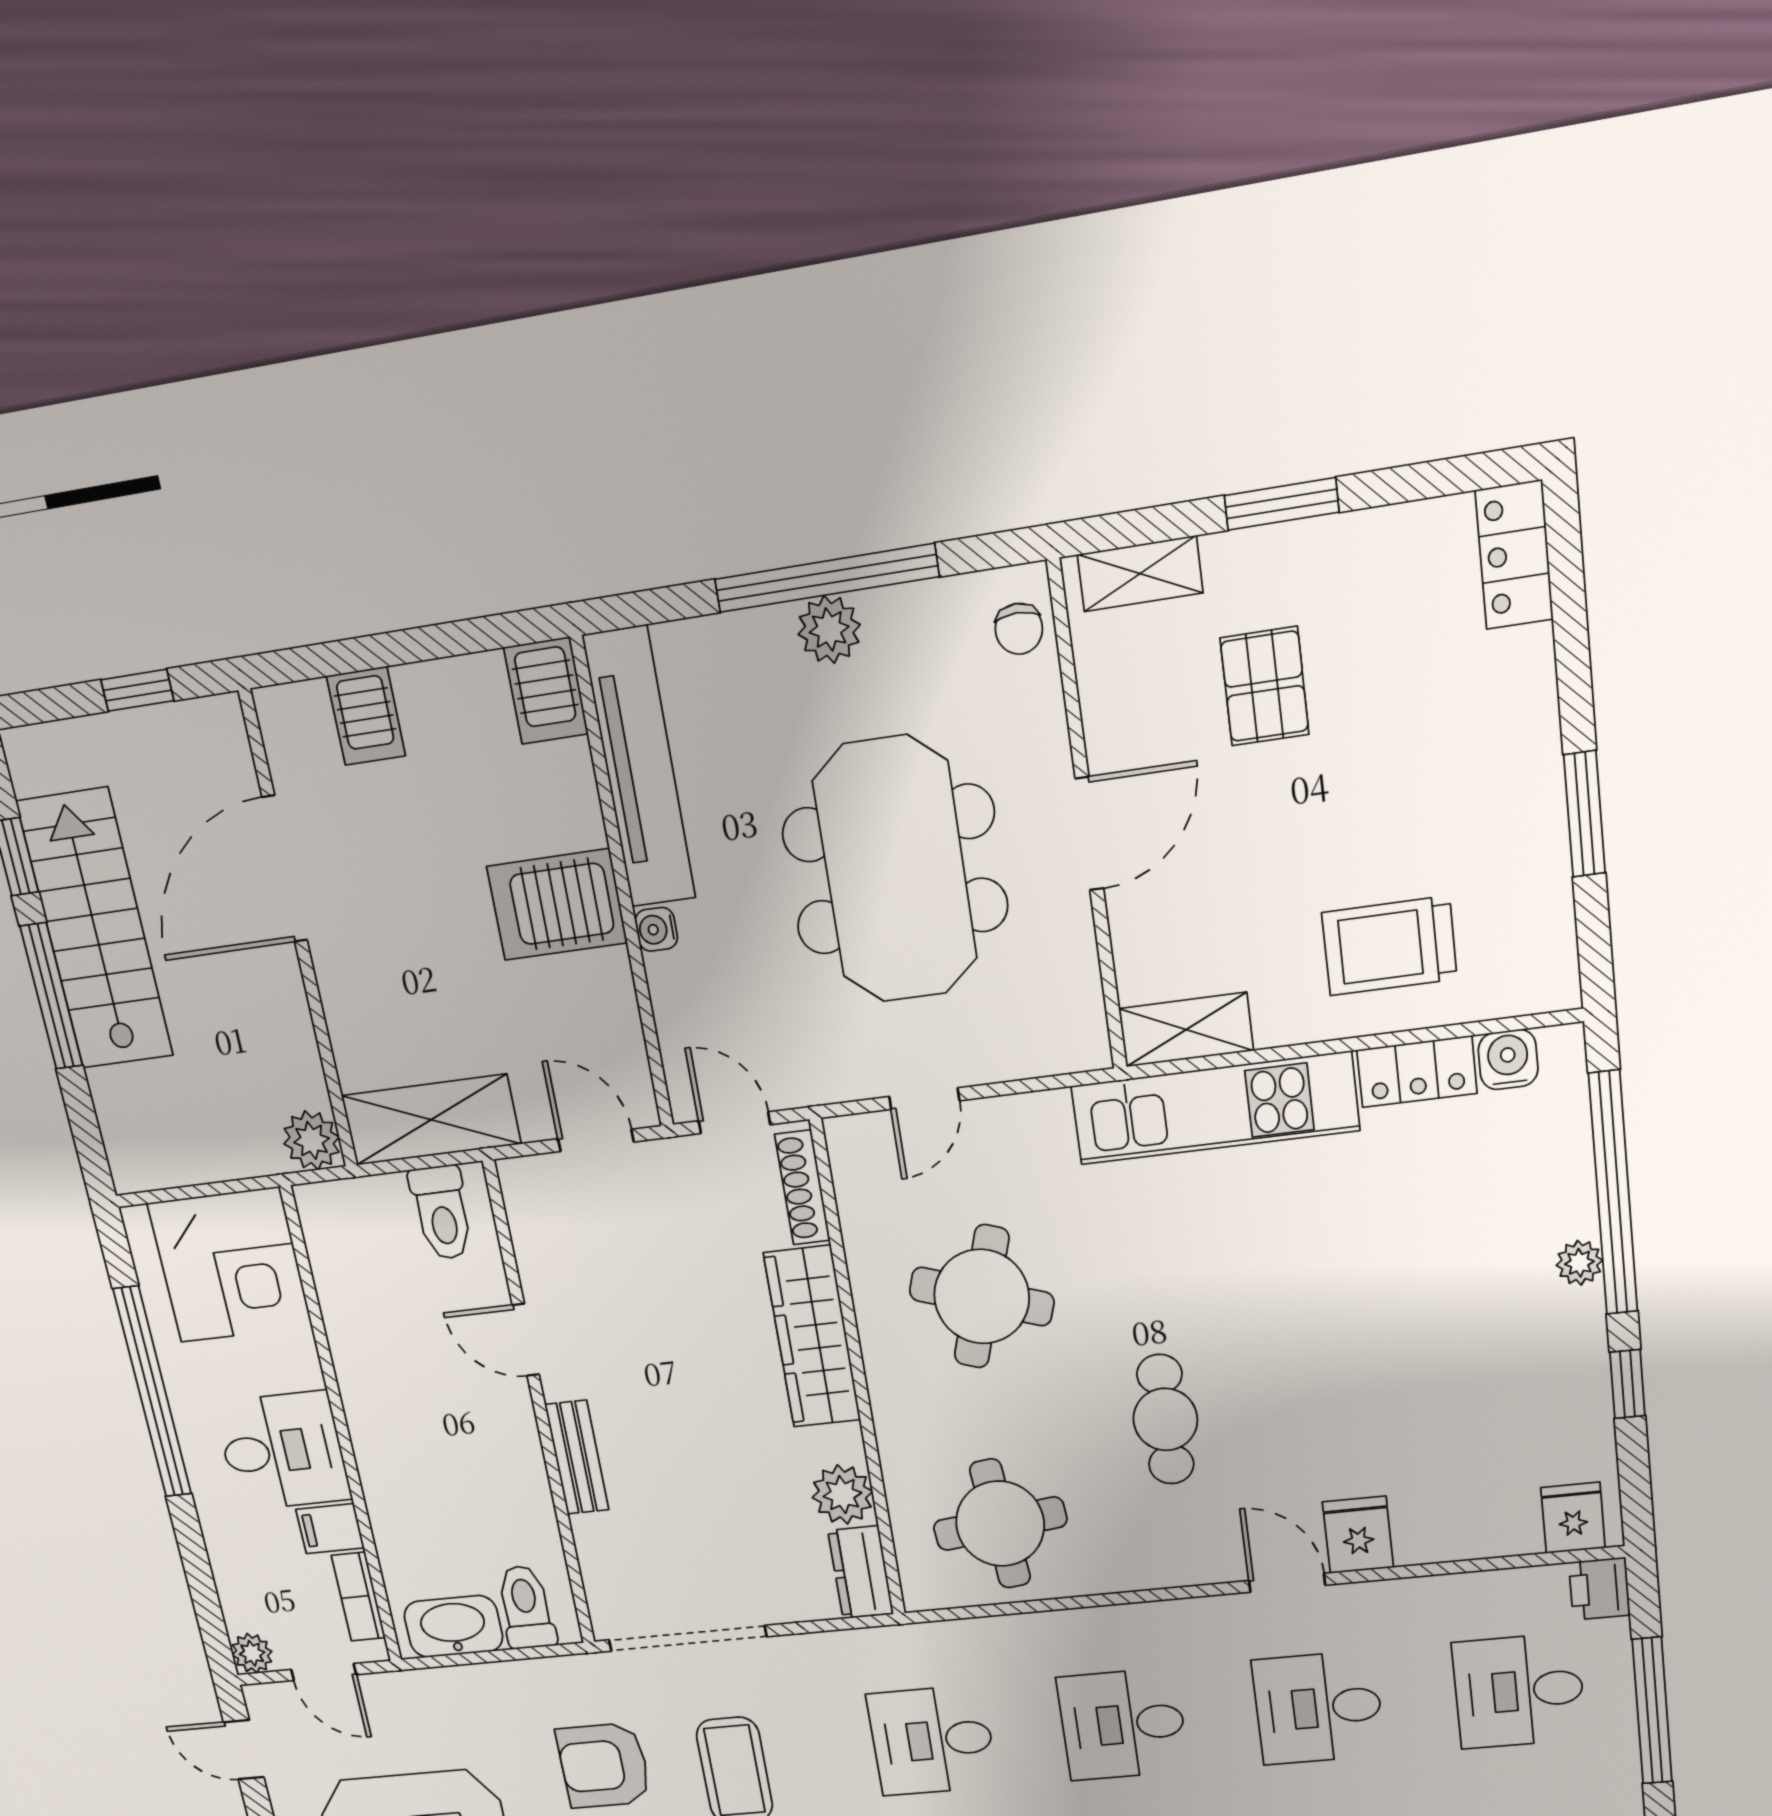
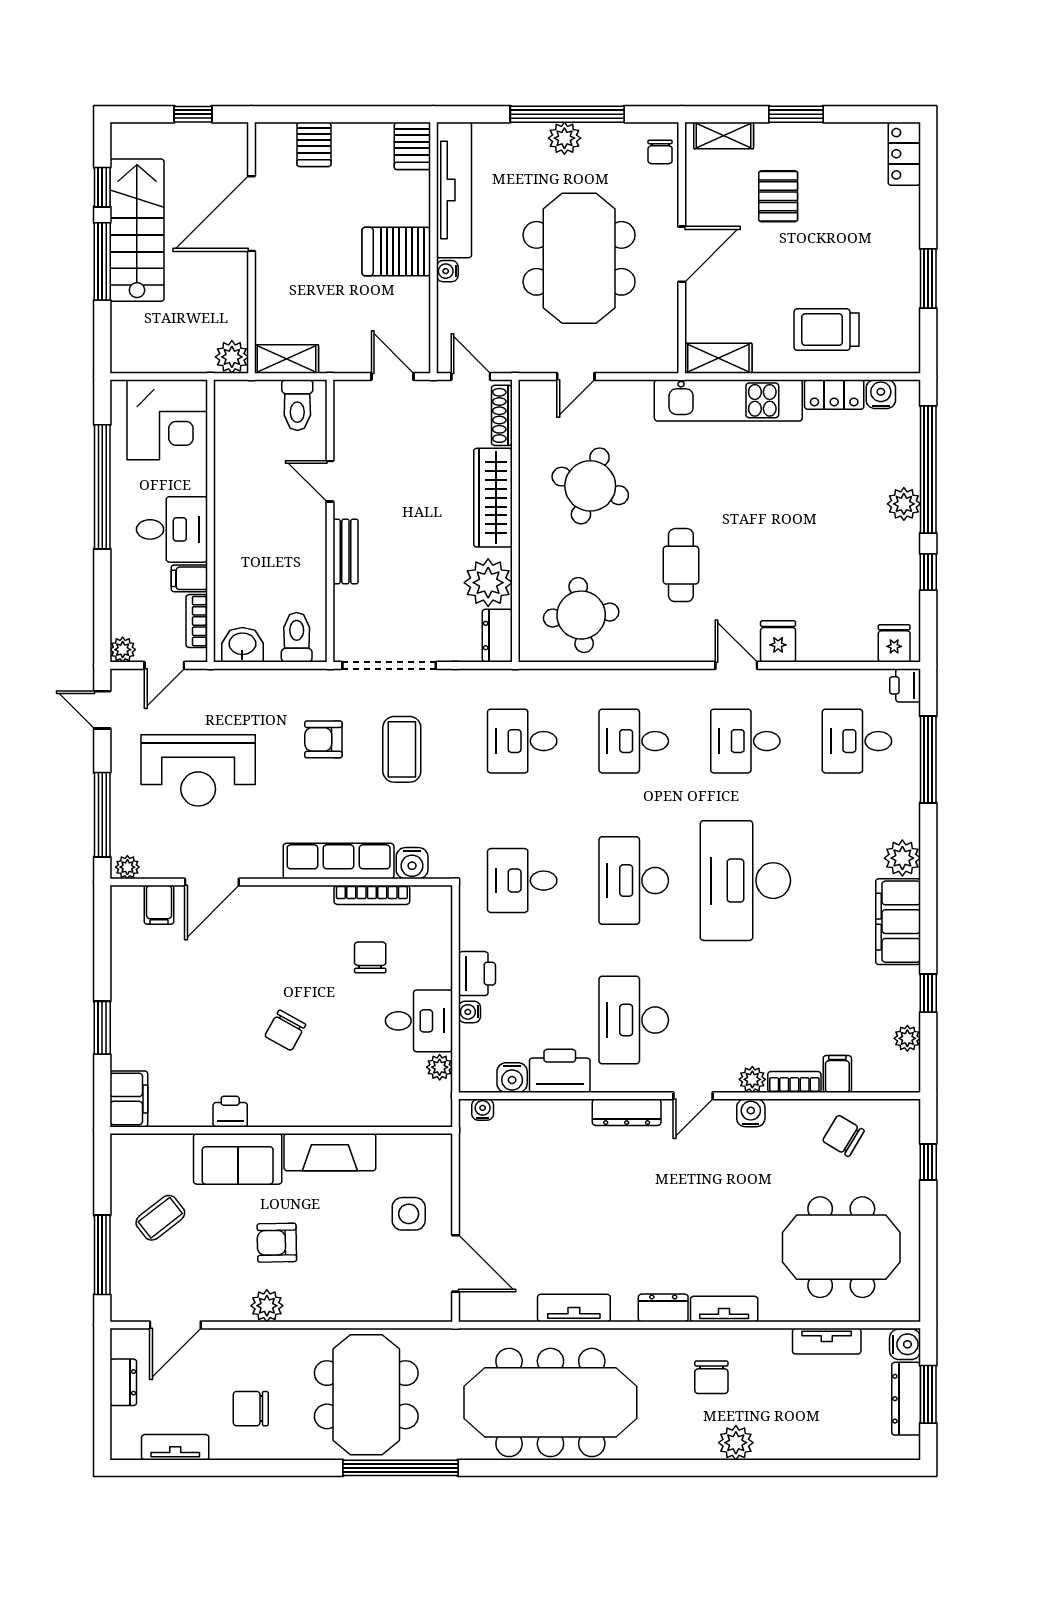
shelving: (431, 1120) -> (286, 359), width x0.67, depth x0.75
plant: (1579, 1263) -> (904, 504), width x1.38, depth x1.38
plant: (842, 1495) -> (488, 583), width x1.36, depth x1.36
washbasin: (453, 1626) -> (242, 645), width x0.72
door: (324, 1672) -> (164, 665), hinge flipped
armchair: (604, 1765) -> (323, 739), width x0.72, depth x0.72

